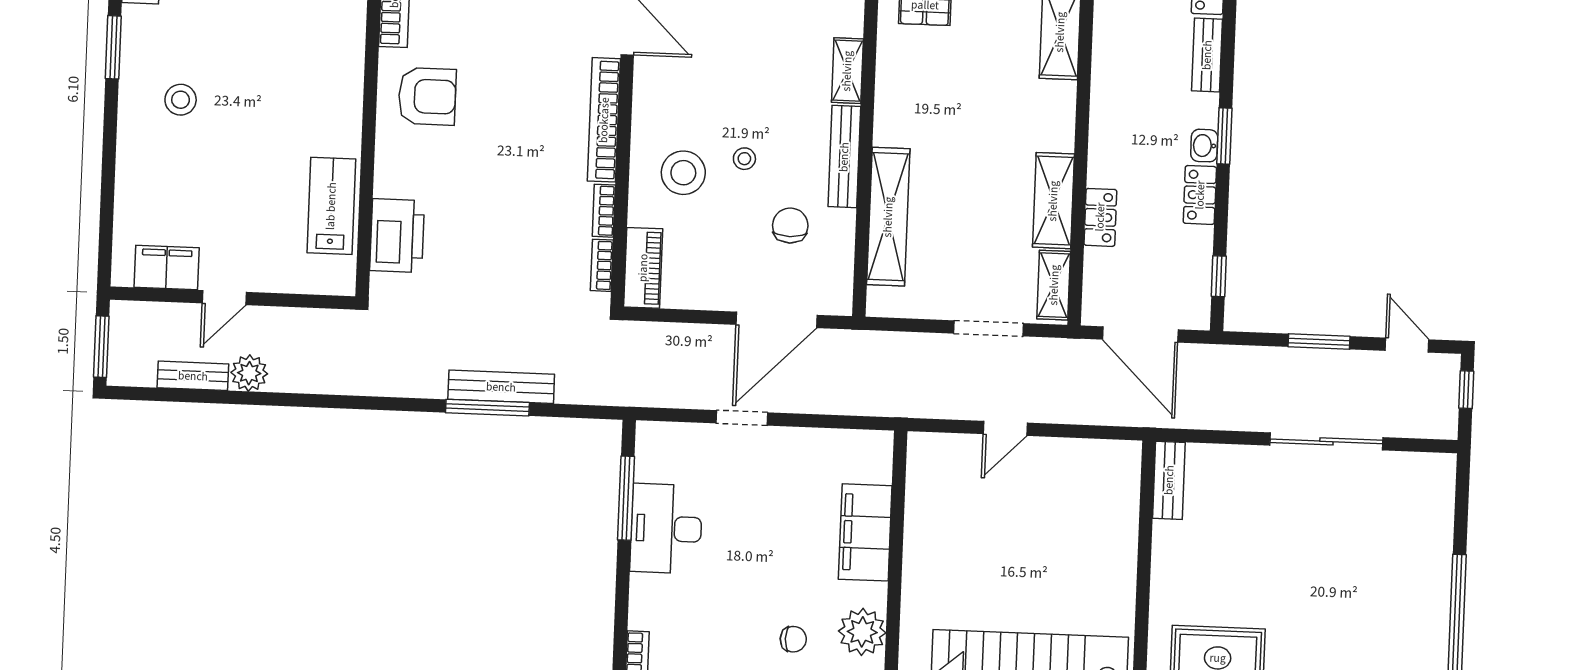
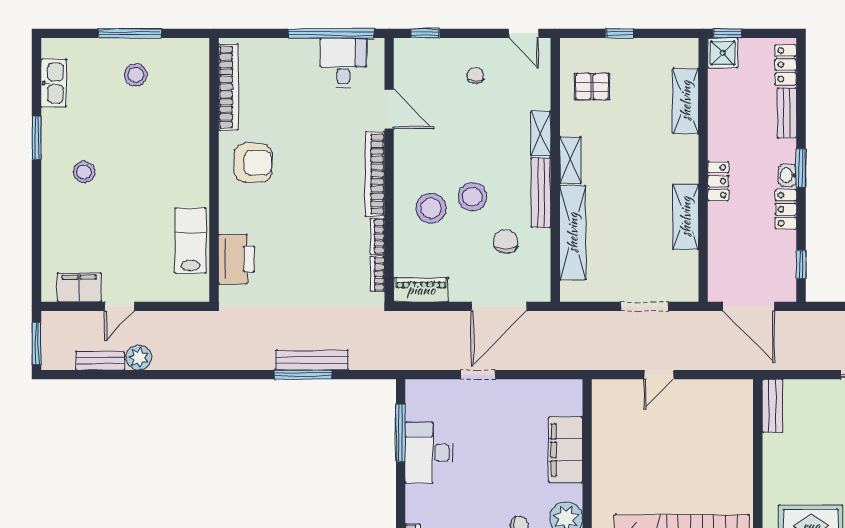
stool: (744, 159) -> (472, 197), width x1.89, depth x1.89
locker: (1100, 217) -> (718, 181), moved
piano: (643, 268) -> (421, 290), moved, turned -90
shelving: (1054, 285) -> (570, 160), moved

